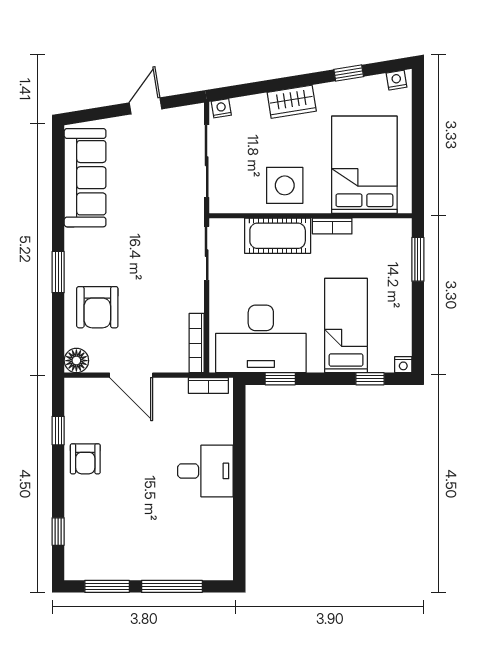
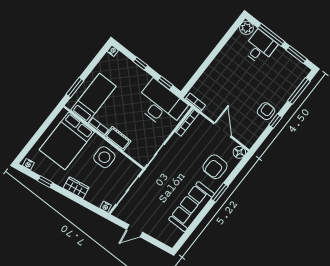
sofa: (85, 178) -> (192, 207), moved
cot: (278, 236) -> (118, 139), width x0.73, depth x0.75
armchair: (97, 307) -> (215, 167), turned 180
bed: (346, 325) -> (93, 98), moved, turned 180
window: (370, 379) -> (140, 63), moved
window: (58, 431) -> (275, 121), moved
desk: (205, 471) -> (260, 47), moved, turned 90
window: (58, 532) -> (299, 91), width x2.17
plant: (220, 567) -> (246, 28), added

